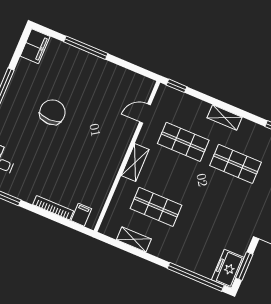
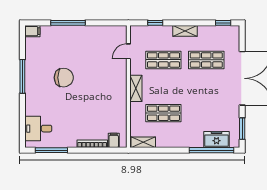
filing cabinet: (35, 46) -> (32, 31), width x0.50
window: (177, 86) -> (155, 23), moved
chair: (52, 112) -> (64, 78), turned 90
shelving: (134, 239) -> (143, 142), moved
freezer: (228, 269) -> (216, 140), moved, turned 90

